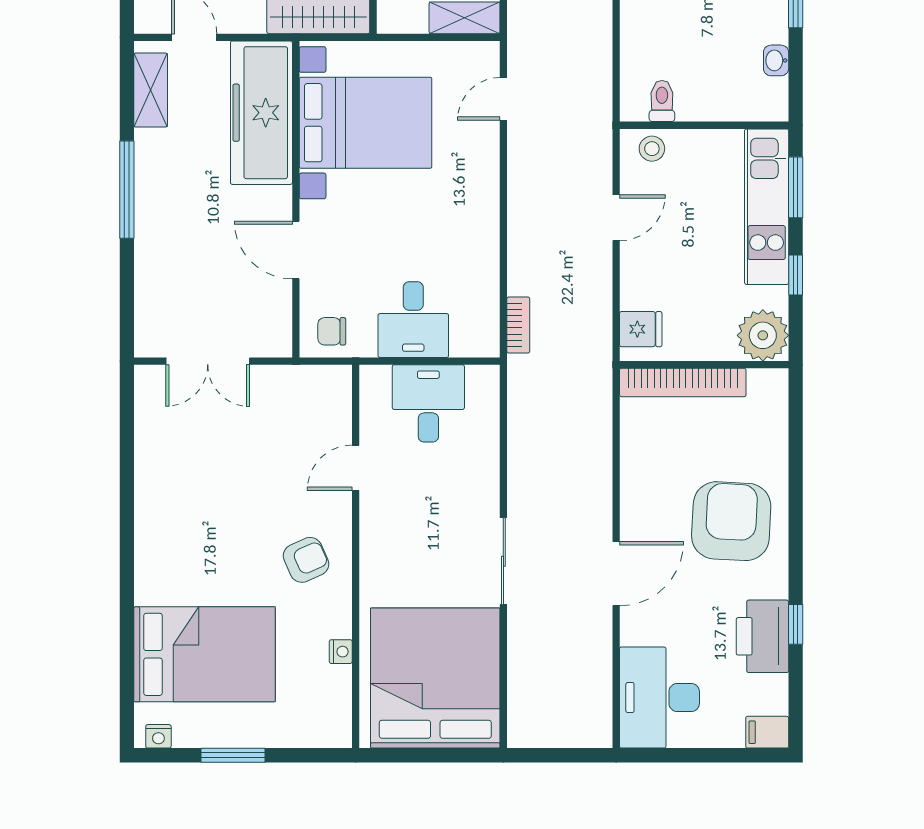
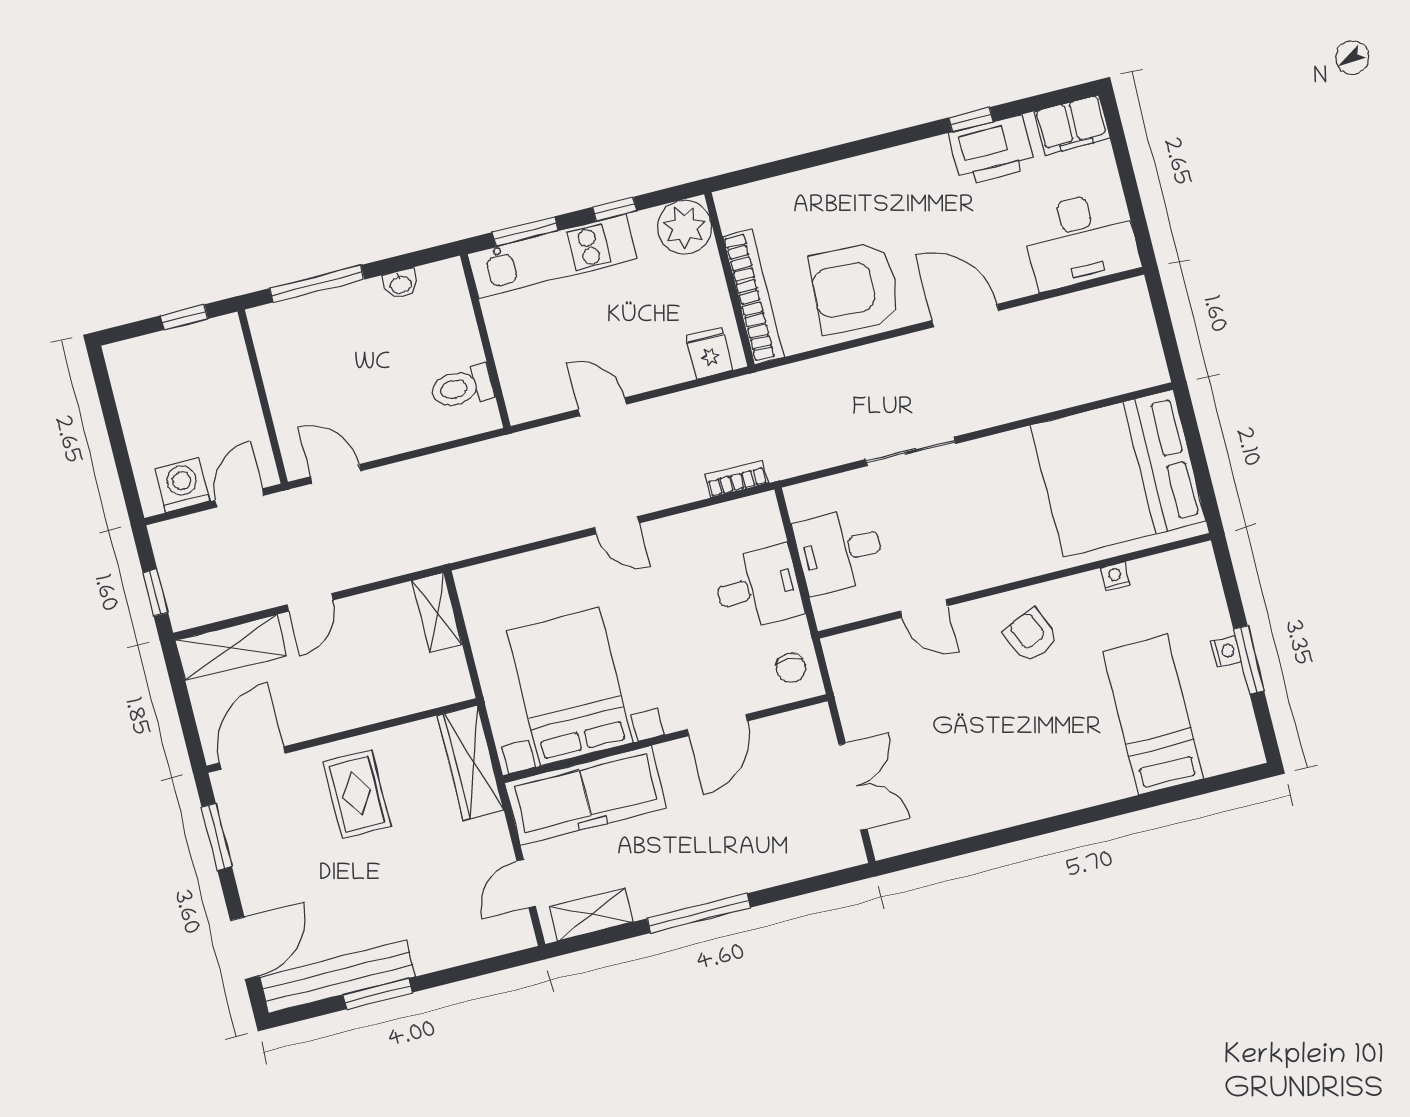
door: (503, 99) -> (617, 525), moved
toilet: (662, 101) -> (462, 387), width x1.37, depth x1.39
stool: (652, 149) -> (522, 388), removed
armchair: (731, 521) -> (855, 288), moved
sliding door: (503, 561) -> (911, 451), moved
bed: (204, 654) -> (1153, 715), width x0.67
filing cabinet: (767, 732) -> (1072, 125), width x2.00
nightstand: (158, 736) -> (1226, 651), moved

